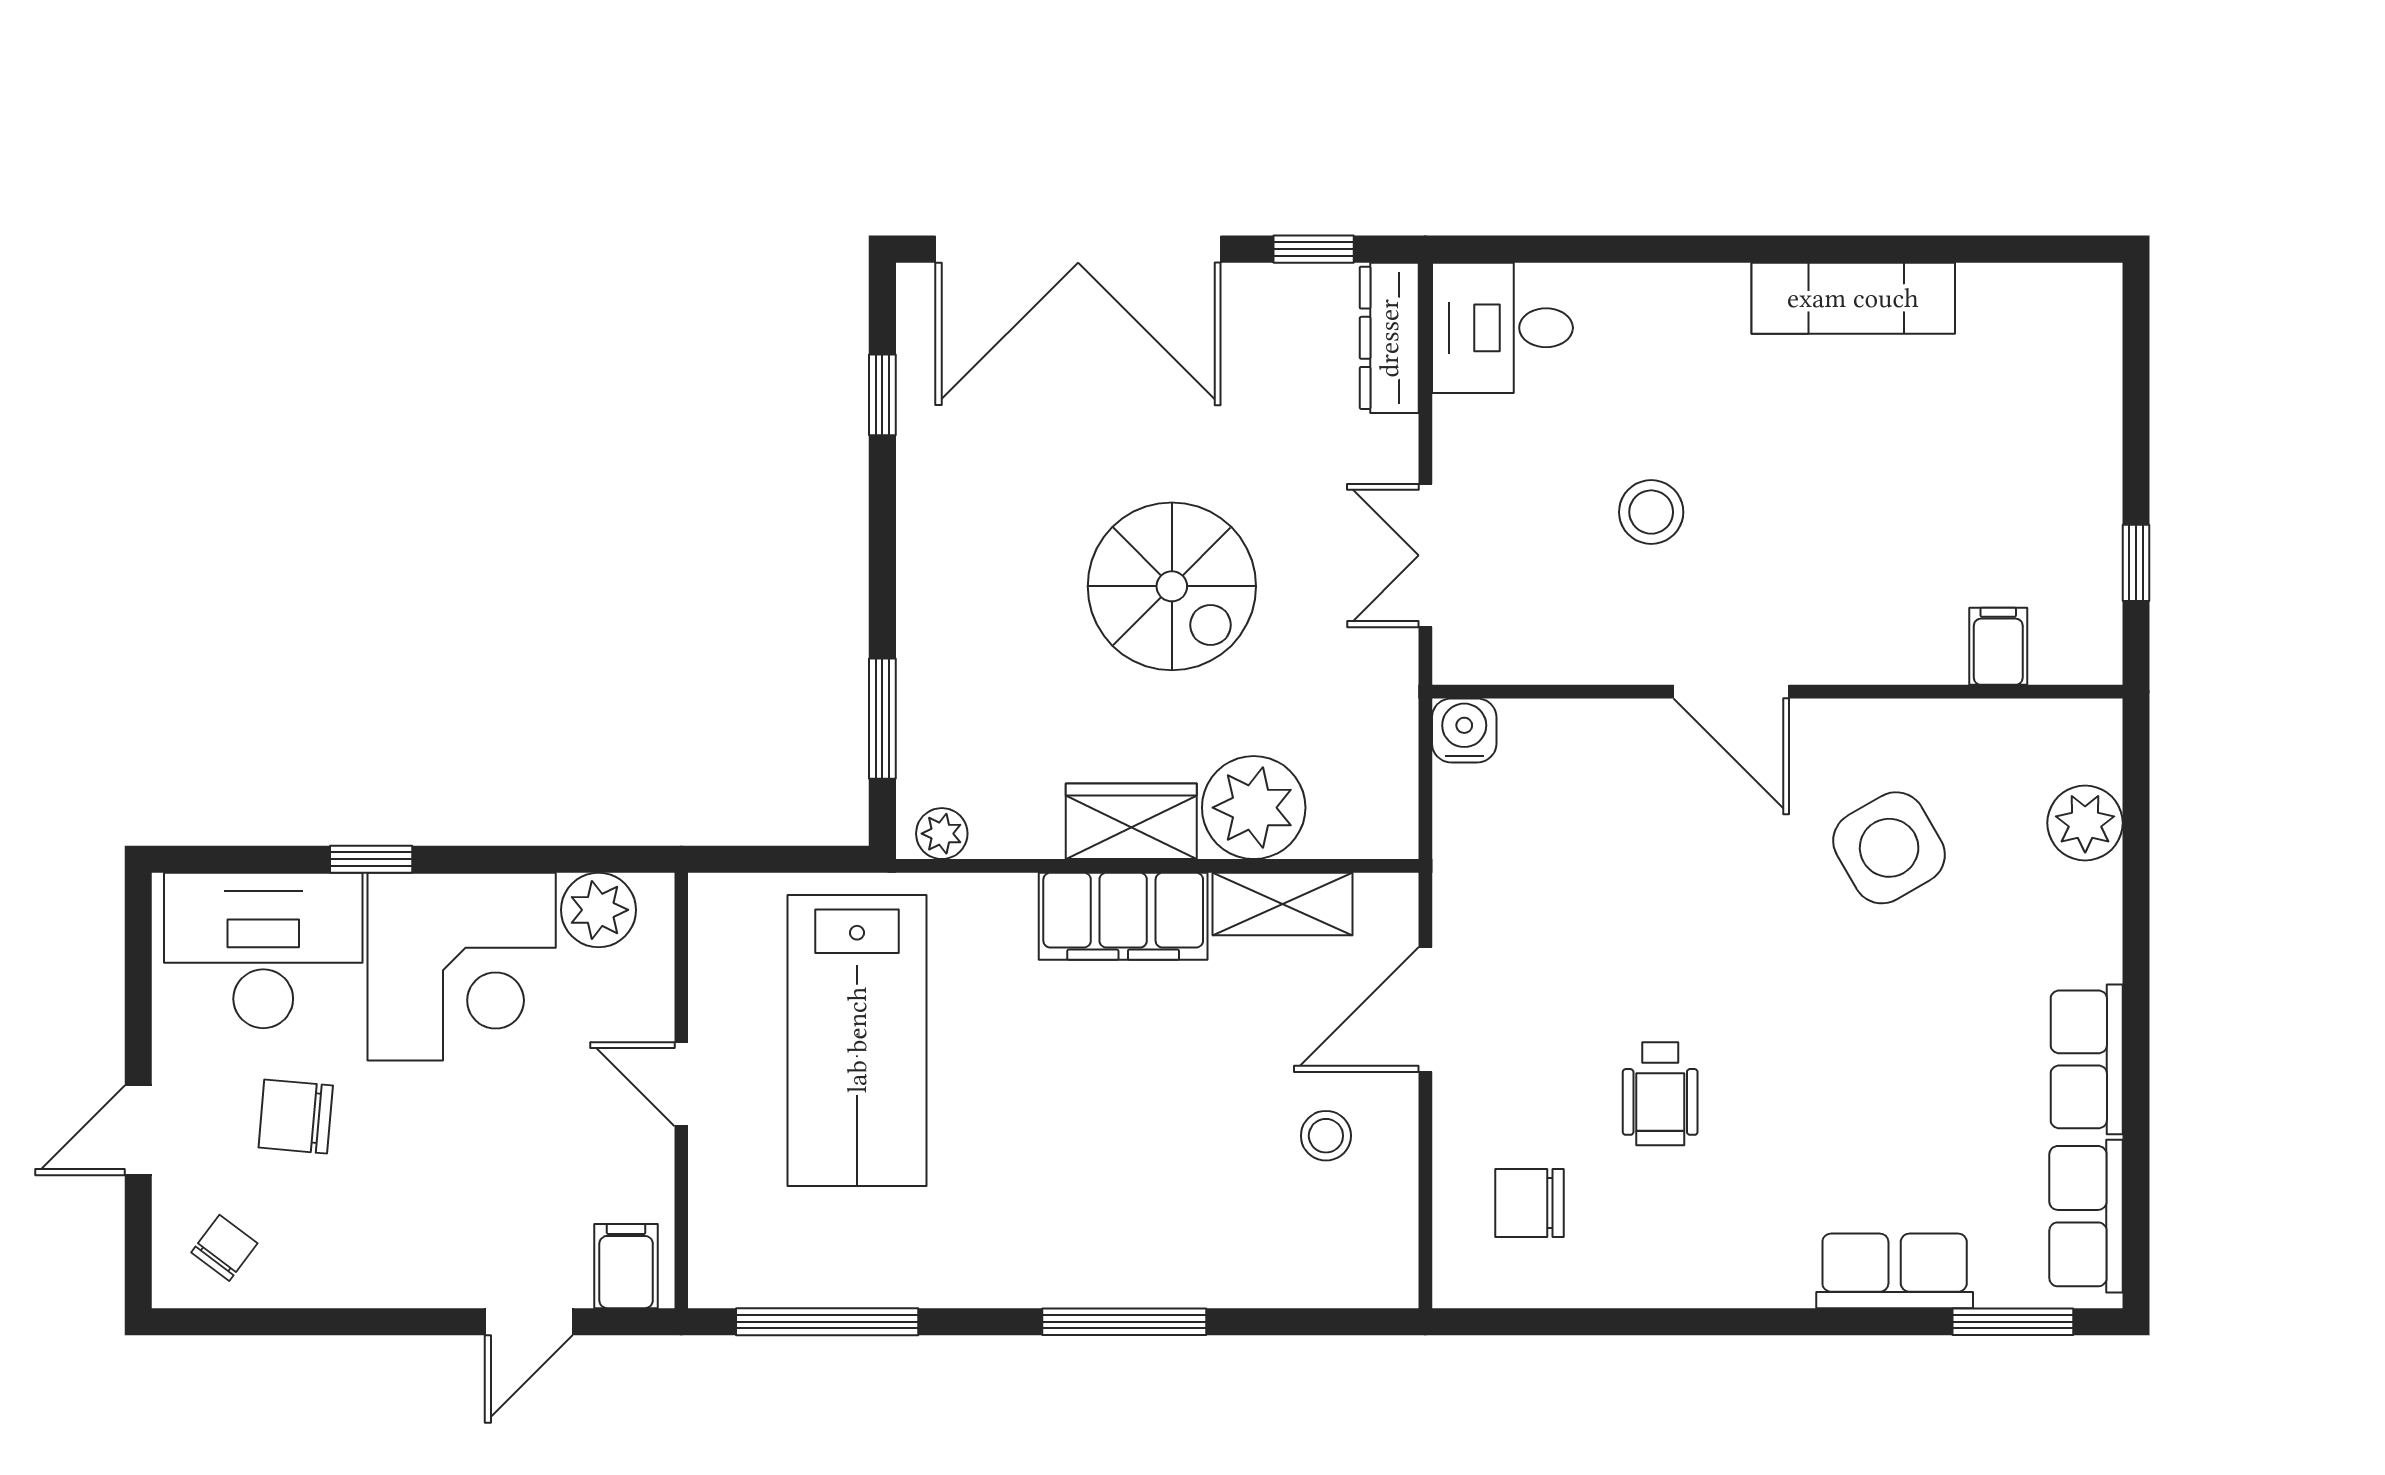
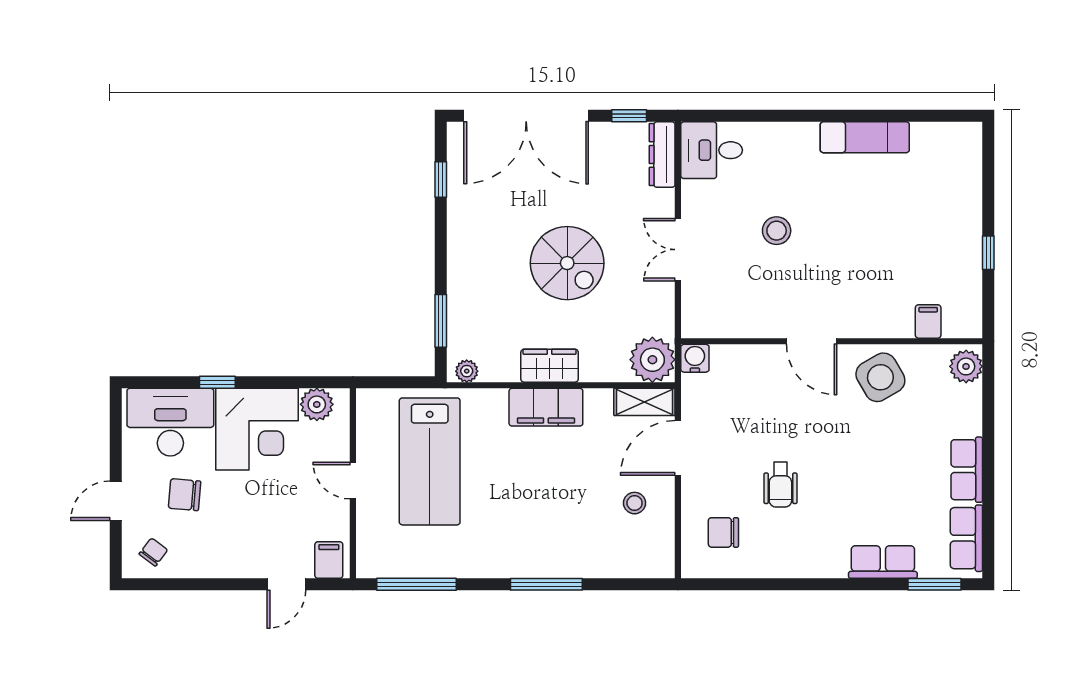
filing cabinet: (1998, 646) -> (928, 321), moved
door: (1731, 692) -> (812, 341), moved
wall: (1777, 692) -> (832, 341), moved
water cooler: (1464, 730) -> (695, 358), moved
plant: (1254, 808) -> (652, 360), moved
shelving: (1283, 904) -> (644, 402), moved

